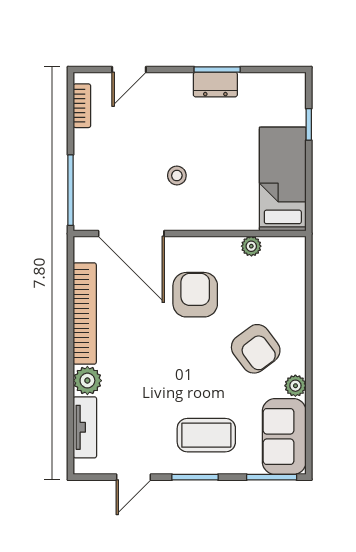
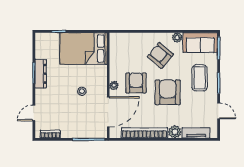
door: (129, 69) -> (34, 113), swing flipped
dresser: (215, 84) -> (41, 74), width x1.44
bed: (283, 179) -> (83, 48), width x1.50
plant: (251, 246) -> (114, 85), moved
armchair: (195, 295) -> (136, 83), turned 90
armchair: (256, 349) -> (160, 55), turned -103
armchair: (175, 365) -> (168, 92), added

